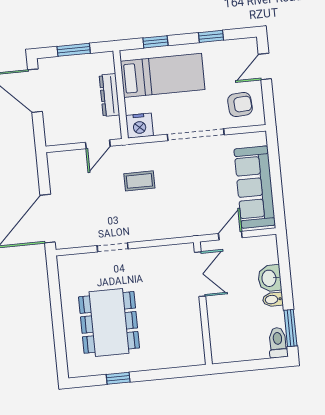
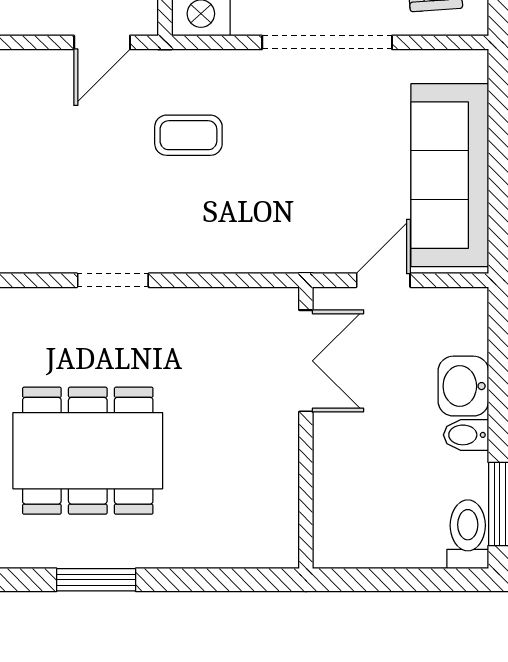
dining table: (109, 322) -> (88, 451), turned 90
window: (118, 378) -> (96, 580), width x1.50

